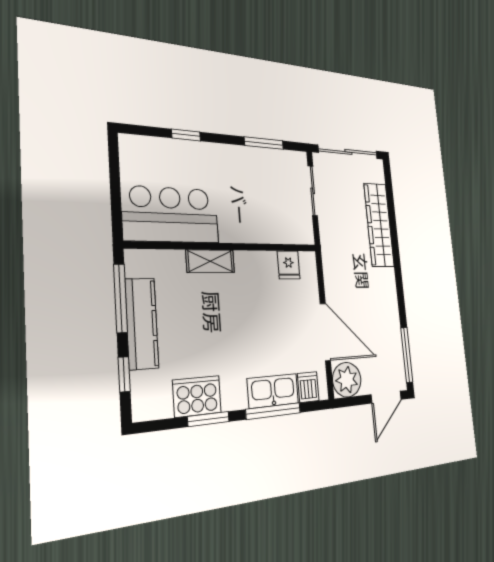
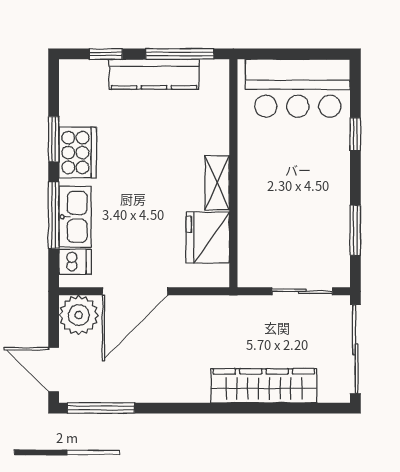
bar counter: (171, 215) -> (298, 88), moved, turned 90
shelving: (210, 261) -> (217, 183), moved
fridge: (289, 265) -> (208, 238), width x1.88, depth x1.34
cooker: (197, 396) -> (78, 153), moved

